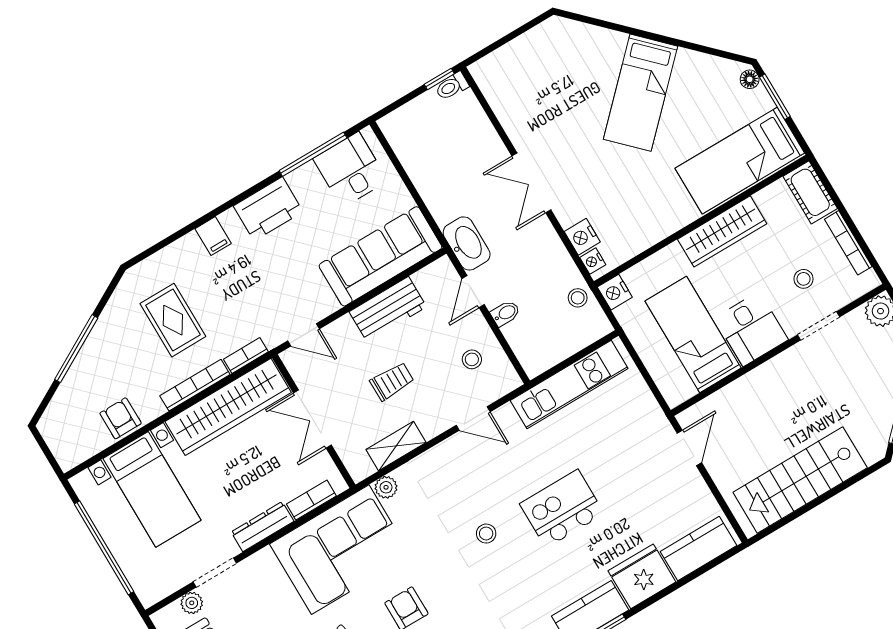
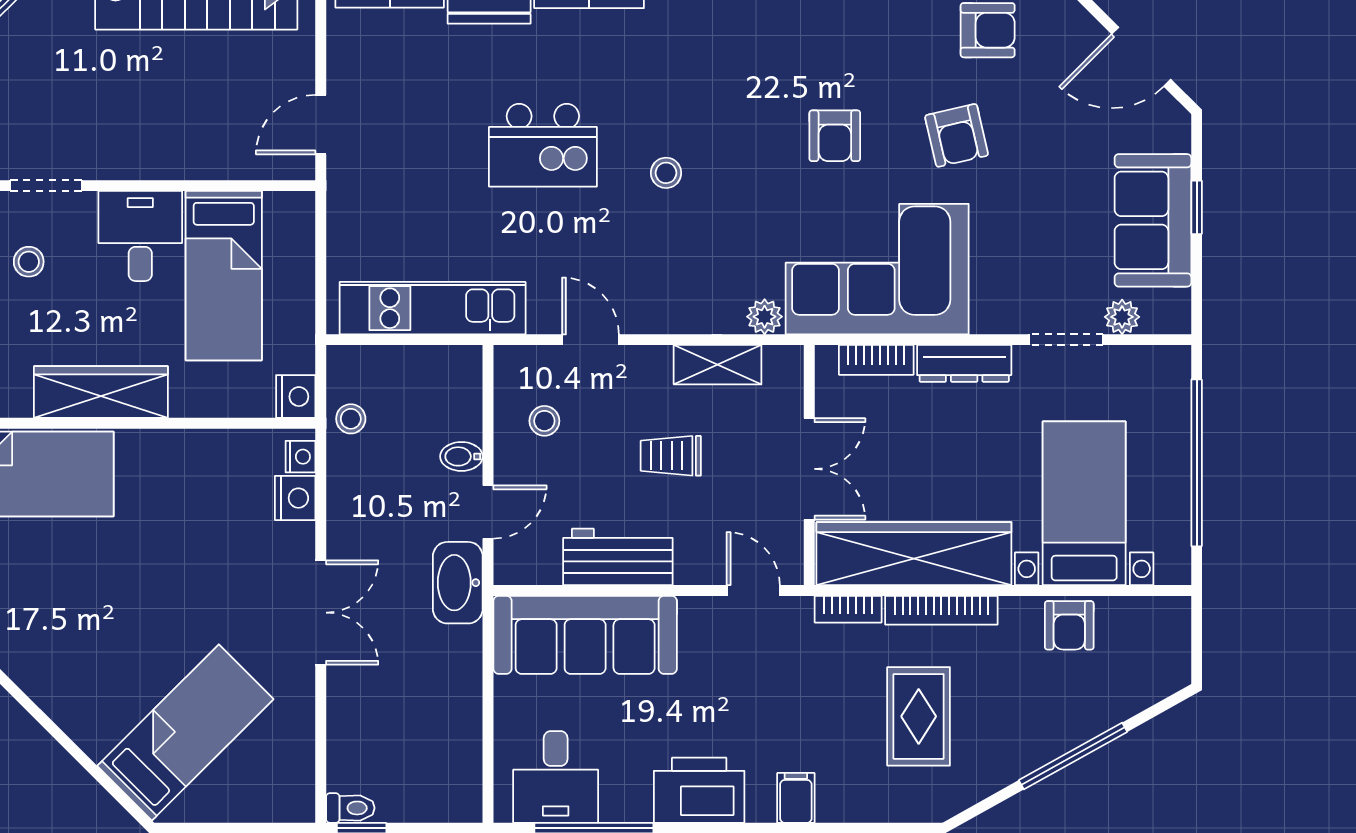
bed: (641, 93) -> (185, 732), moved

